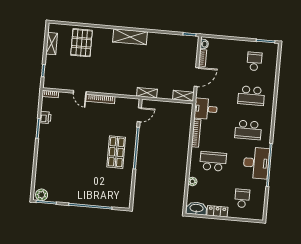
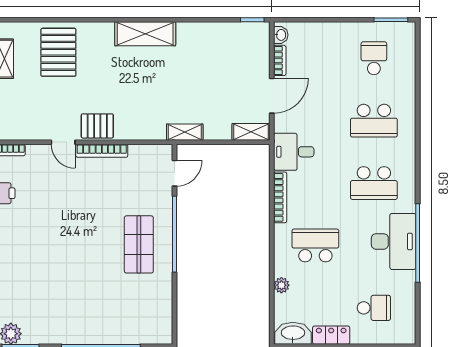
pallet: (99, 85) -> (97, 126), added
school desk: (242, 198) -> (374, 308), turned 90

